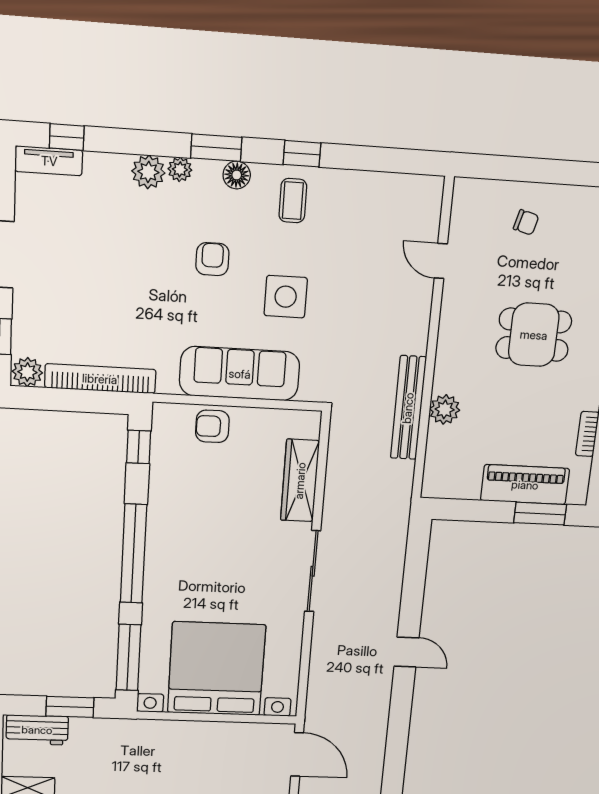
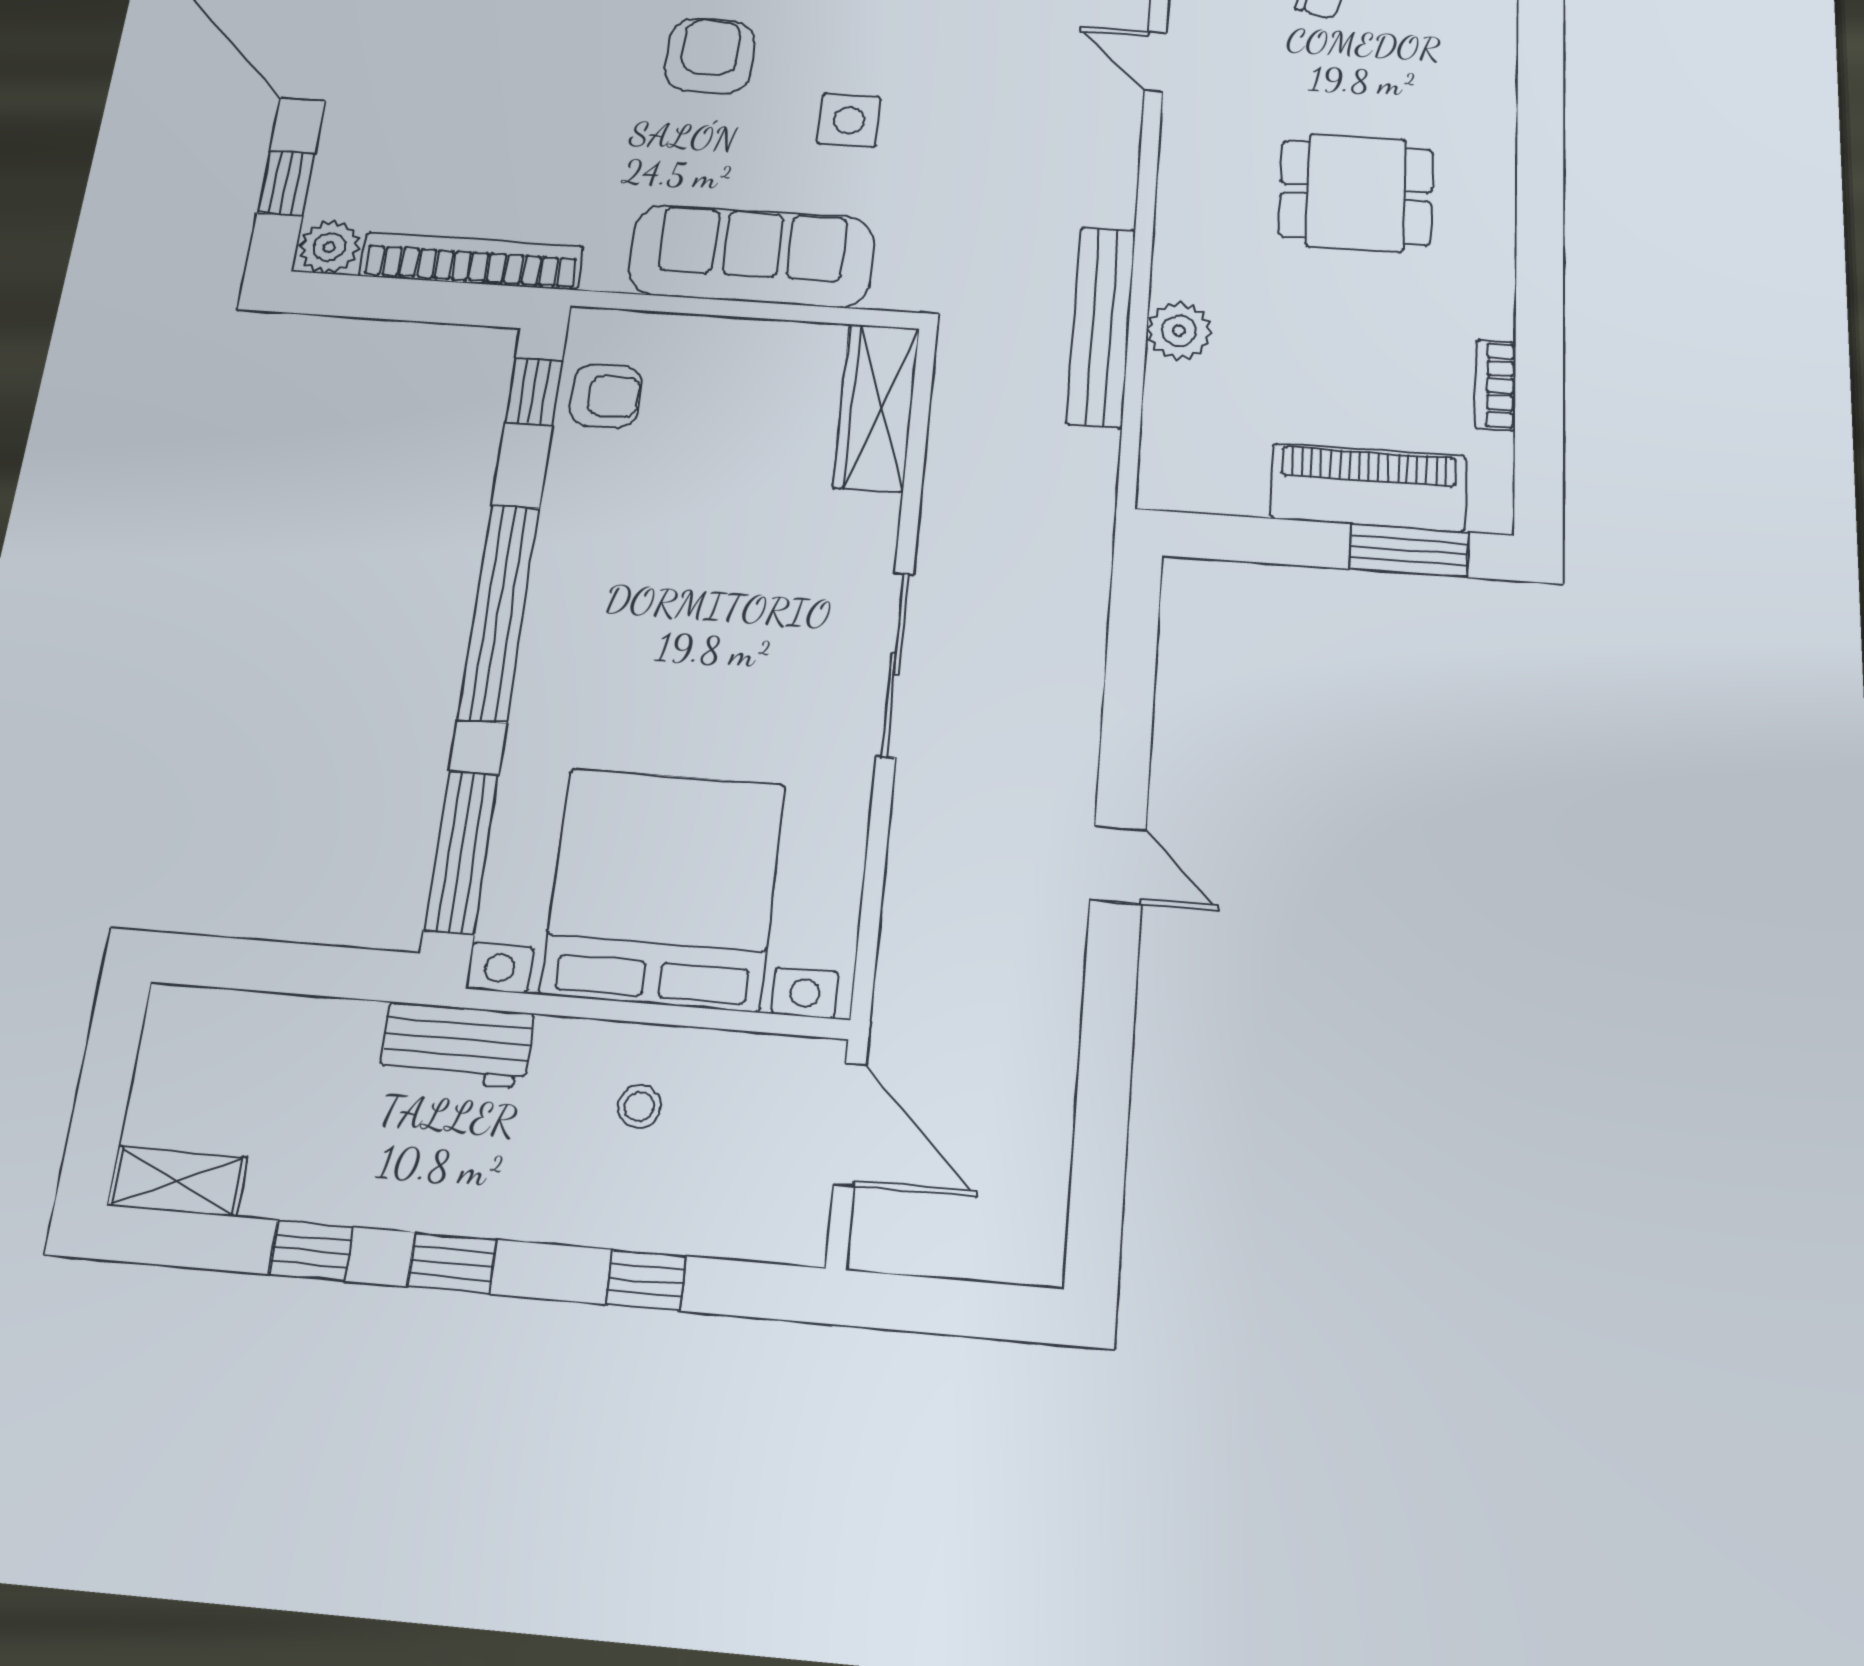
armchair: (212, 259) -> (710, 56), width x1.38, depth x1.38
side table: (286, 297) -> (849, 120), width x0.73, depth x0.73
armchair: (212, 426) -> (606, 396), moved, turned 180
wardrobe: (300, 481) -> (876, 407), moved
window: (70, 707) -> (310, 970), removed
workbench: (37, 730) -> (457, 1045), moved
stool: (212, 752) -> (639, 1107), added

